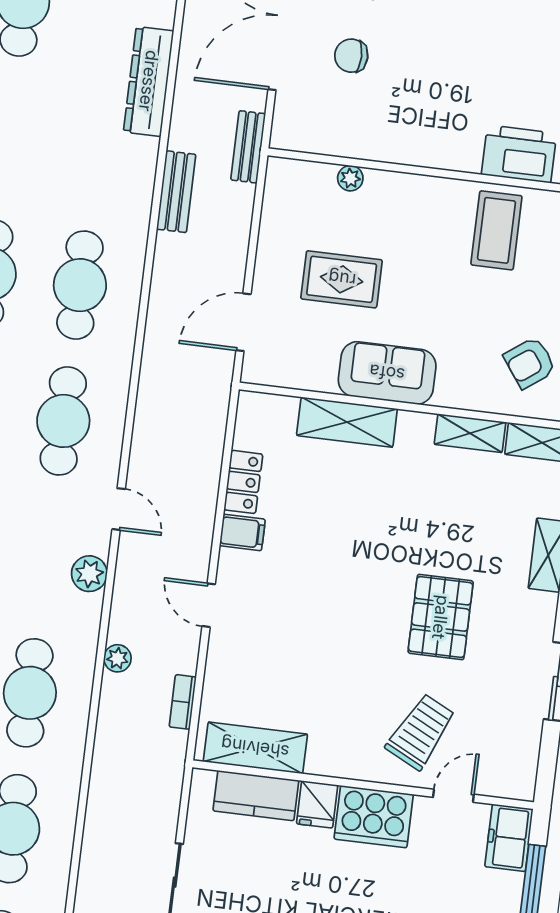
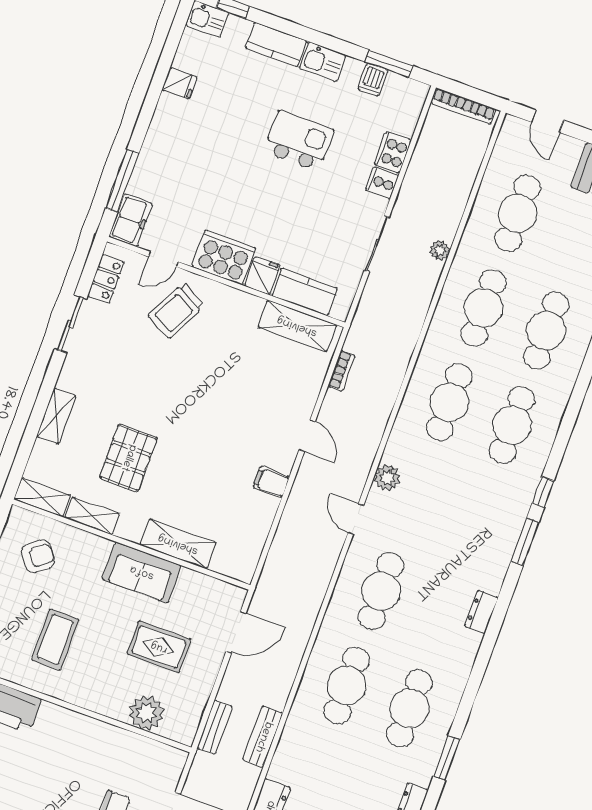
bench: (248, 147) -> (215, 727), moved
plant: (350, 178) -> (146, 713), width x1.88, depth x1.88
coffee table: (496, 230) -> (55, 640), moved
locker: (243, 482) -> (106, 279), moved, turned 180
pallet: (441, 617) -> (128, 458), moved
plant: (117, 658) -> (440, 250), moved

